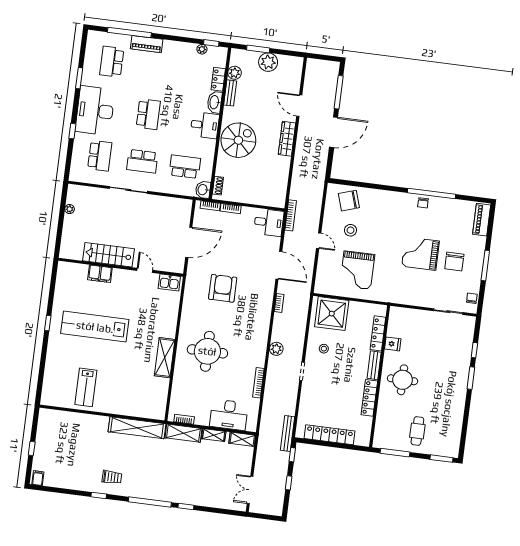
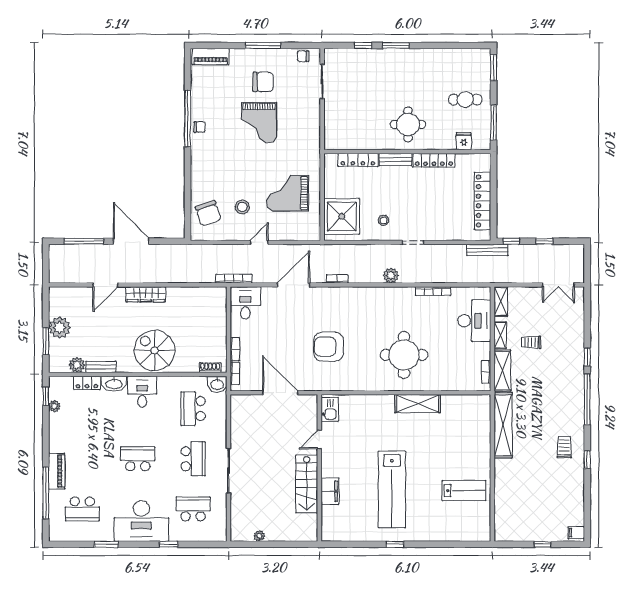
grand piano: (357, 270) -> (288, 193), turned 180
fridge: (393, 344) -> (464, 141), moved
trolley: (204, 461) -> (531, 342), added

